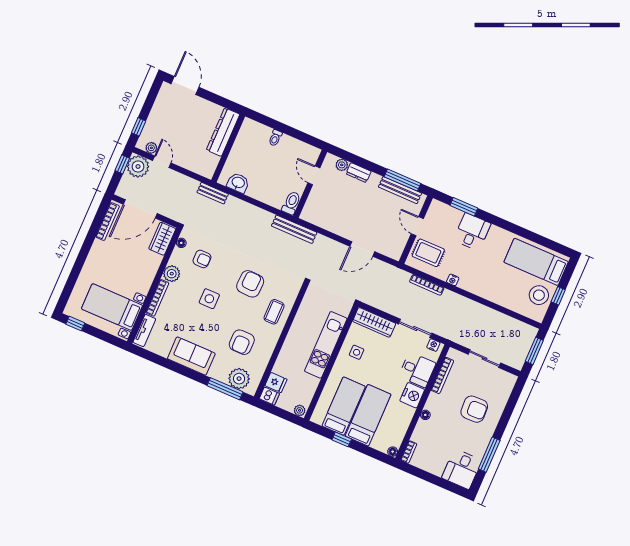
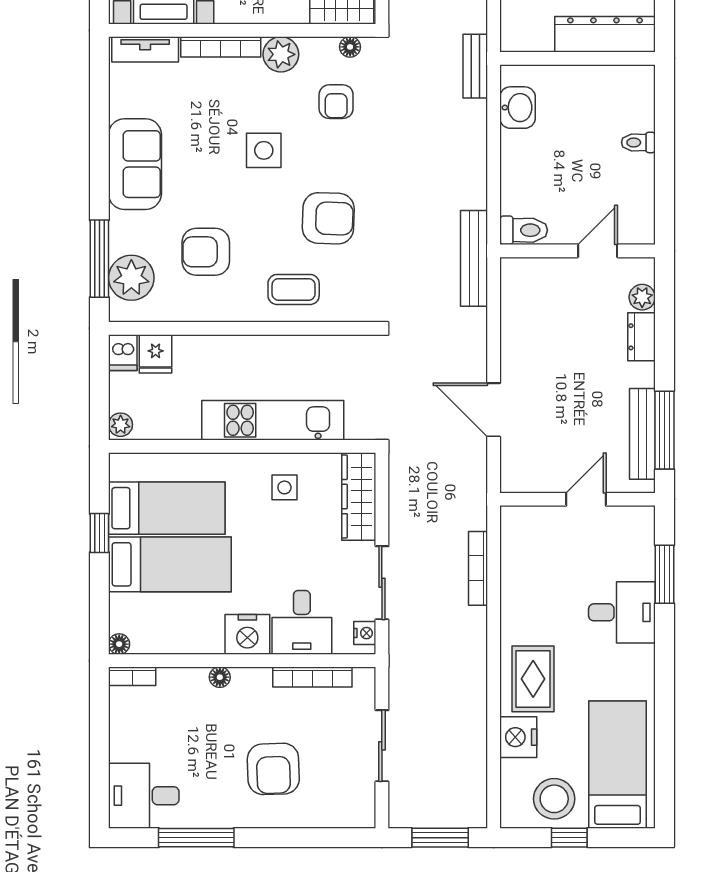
rug: (428, 253) -> (533, 679), moved
nightstand: (453, 280) -> (518, 737), moved, width x1.89, depth x1.79

